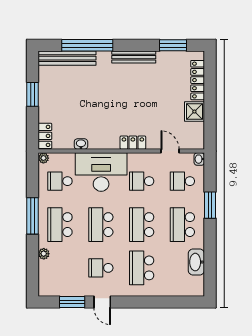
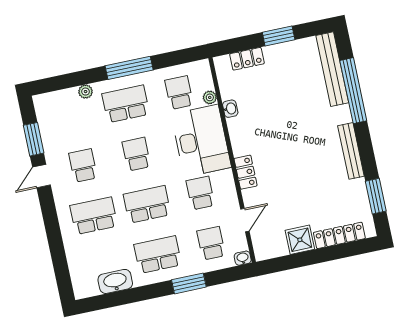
locker: (45, 136) -> (247, 59), moved
plant: (43, 158) -> (210, 97), moved
school desk: (101, 225) -> (136, 154), width x0.54

